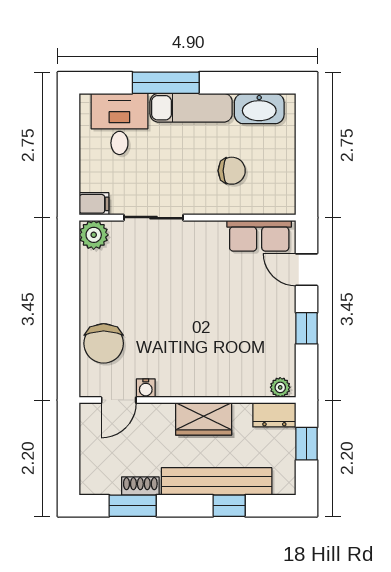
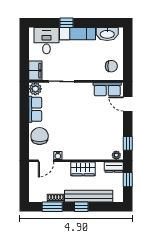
window: (166, 83) -> (67, 23), width x0.46
chair: (232, 171) -> (111, 66), moved
filing cabinet: (94, 204) -> (35, 71), width x2.00
row of seats: (94, 282) -> (35, 109), added
window: (306, 328) -> (128, 143), moved
chair: (104, 343) -> (40, 136), turned 180
window: (229, 506) -> (81, 207), moved

